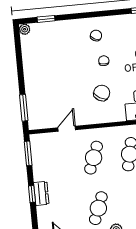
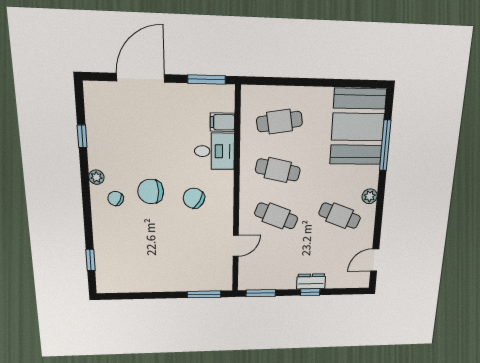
plant: (25, 29) -> (96, 177), moved
chair: (104, 61) -> (151, 191), width x1.87, depth x1.87
door: (67, 129) -> (236, 246), swing flipped

